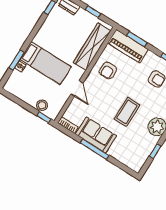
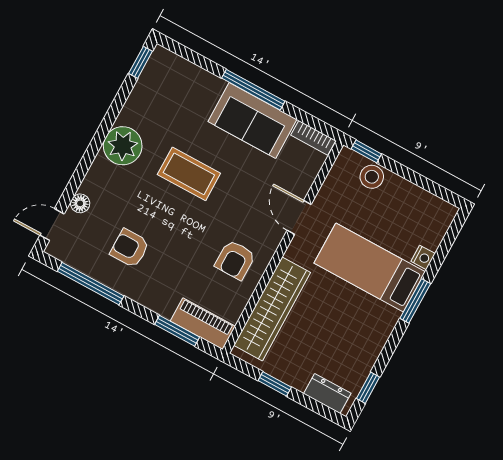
piano: (128, 46) -> (203, 324), width x0.73, depth x0.75
window: (17, 60) -> (415, 301), moved
armchair: (108, 71) -> (235, 260), turned 180
coffee table: (127, 112) -> (189, 174), turned 90
window: (155, 151) -> (140, 62), moved

